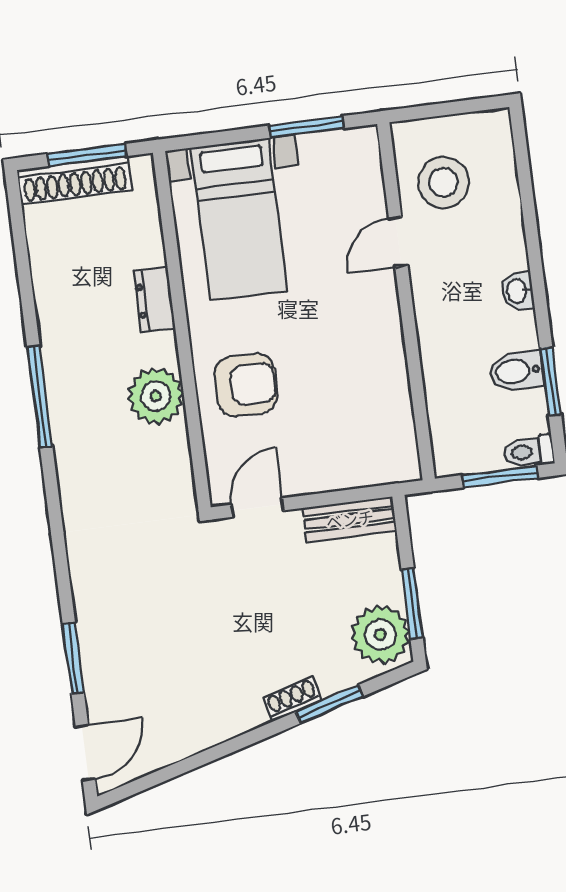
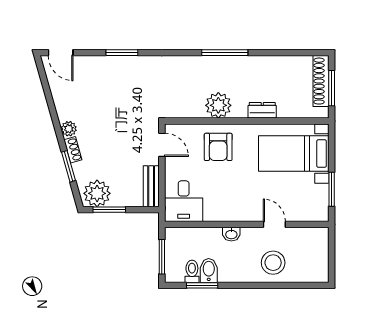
stool: (444, 182) -> (273, 263), moved
washbasin: (518, 291) -> (231, 234), moved, turned 180
desk: (373, 445) -> (184, 201), added
toilet: (529, 451) -> (192, 271), moved
window: (73, 658) -> (122, 53), moved
plant: (248, 714) -> (69, 129), added

